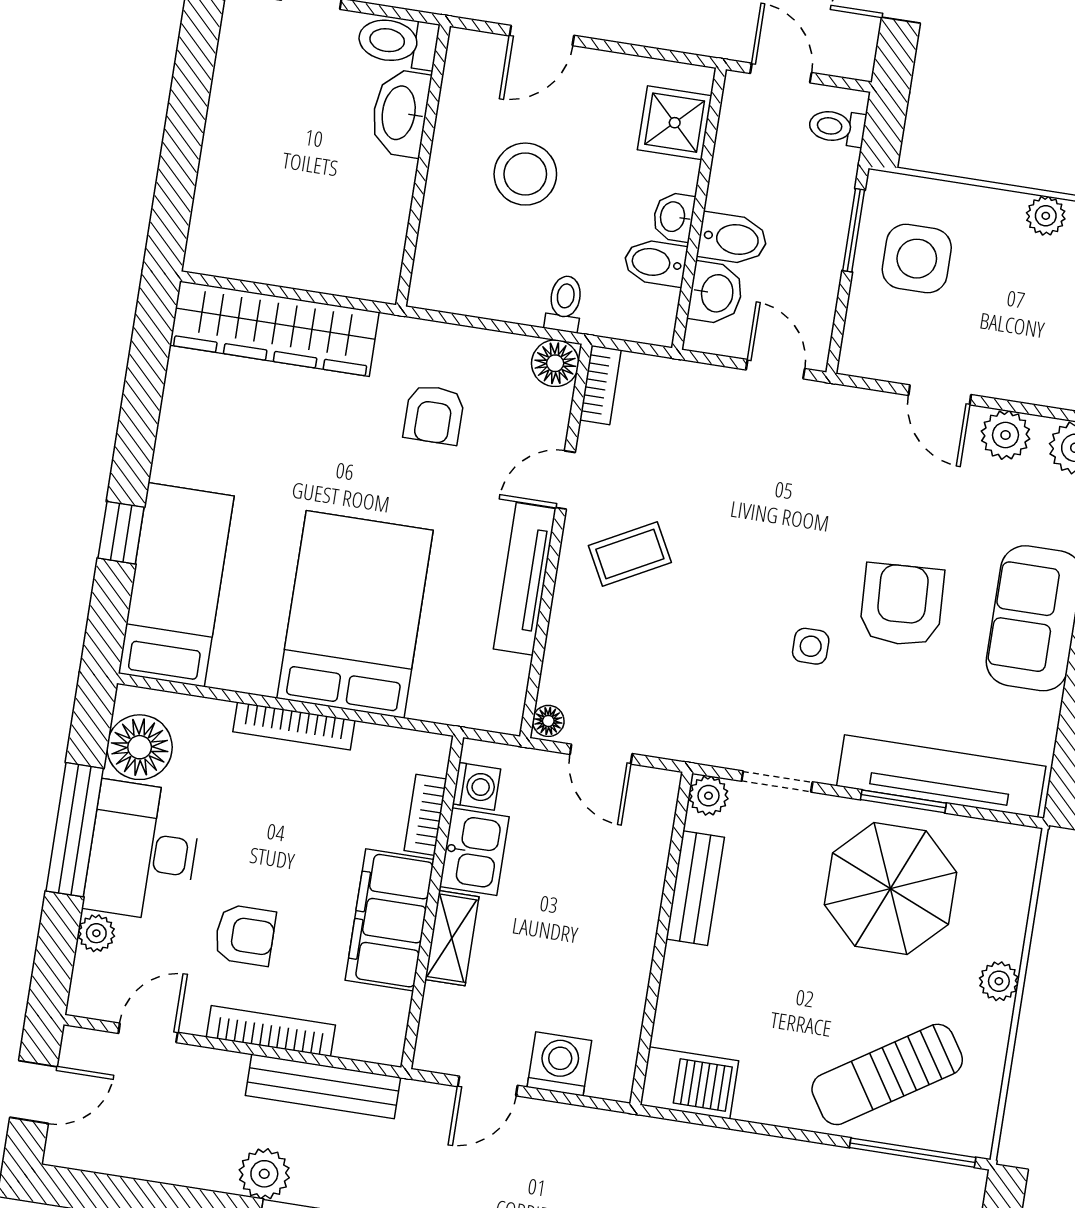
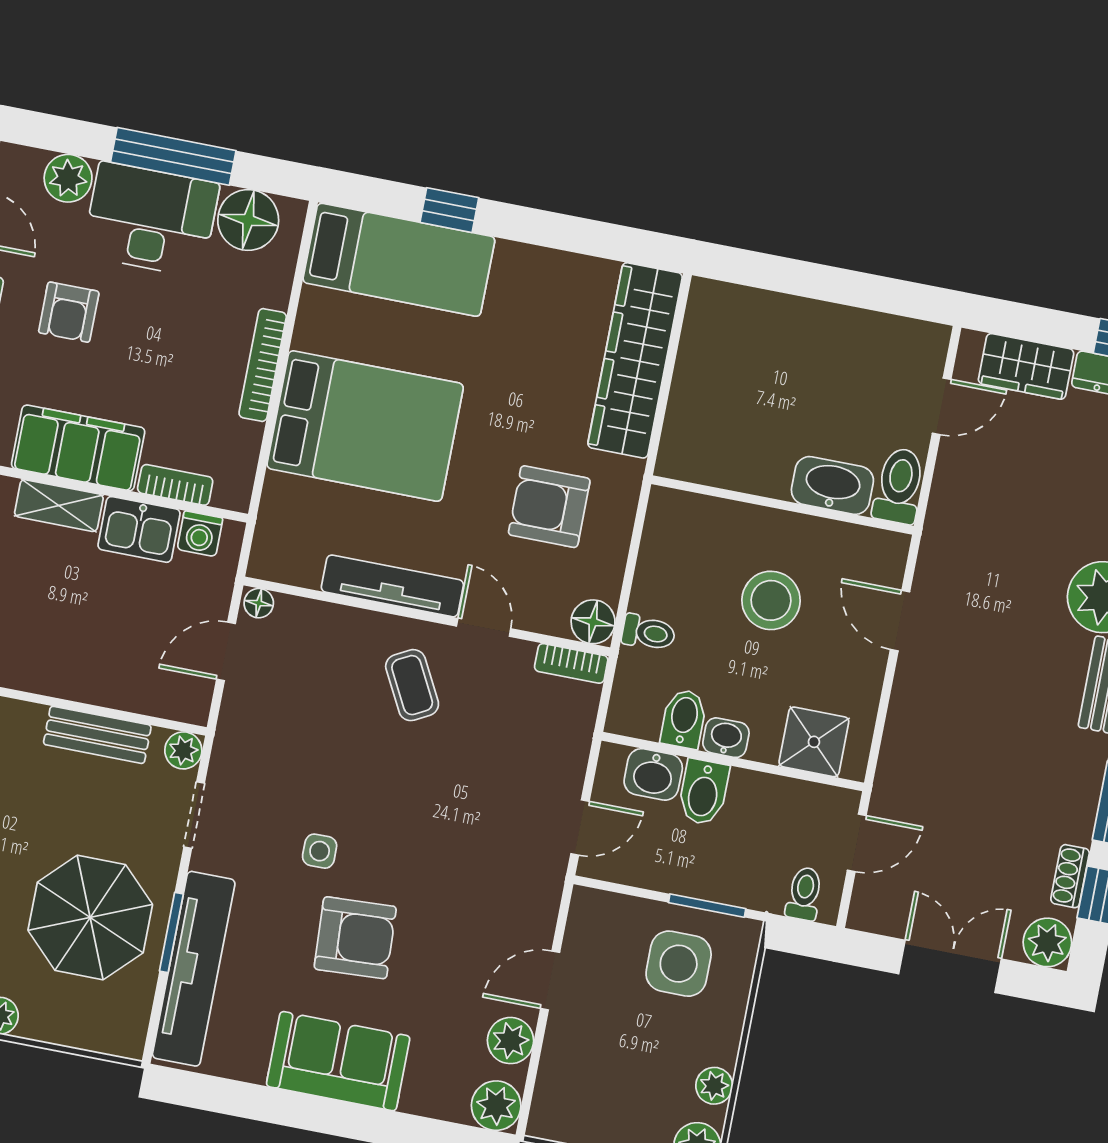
armchair: (434, 415) -> (549, 507), width x1.38, depth x1.38
plant: (96, 933) -> (68, 178), width x1.38, depth x1.38

